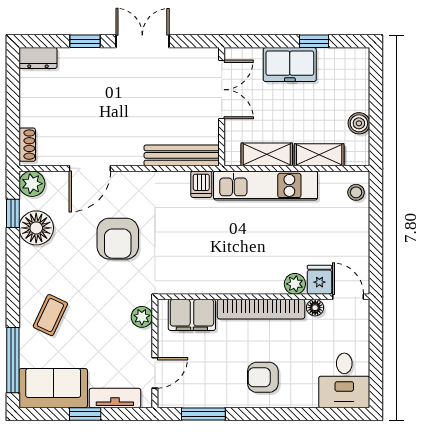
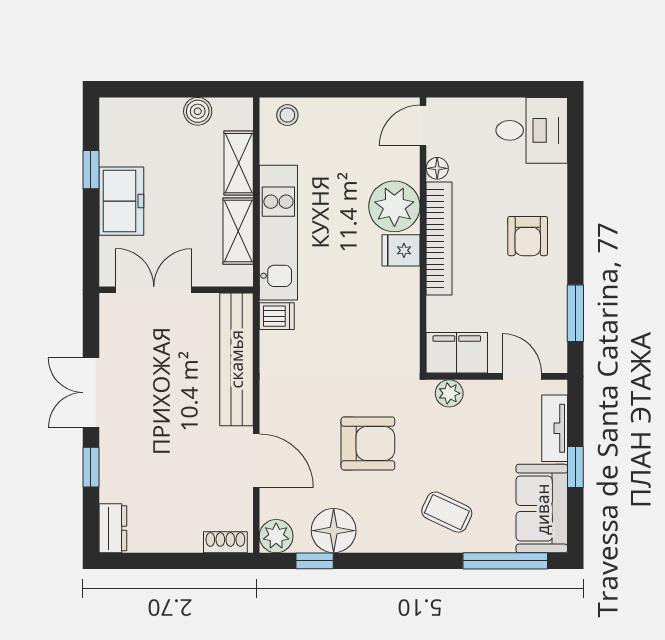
bench: (182, 155) -> (236, 359), width x1.37, depth x1.21
armchair: (118, 239) -> (368, 443), moved
fridge: (319, 280) -> (401, 250), moved
plant: (295, 284) -> (394, 206), width x1.87, depth x1.87
filing cabinet: (192, 315) -> (457, 353), moved, turned -90

